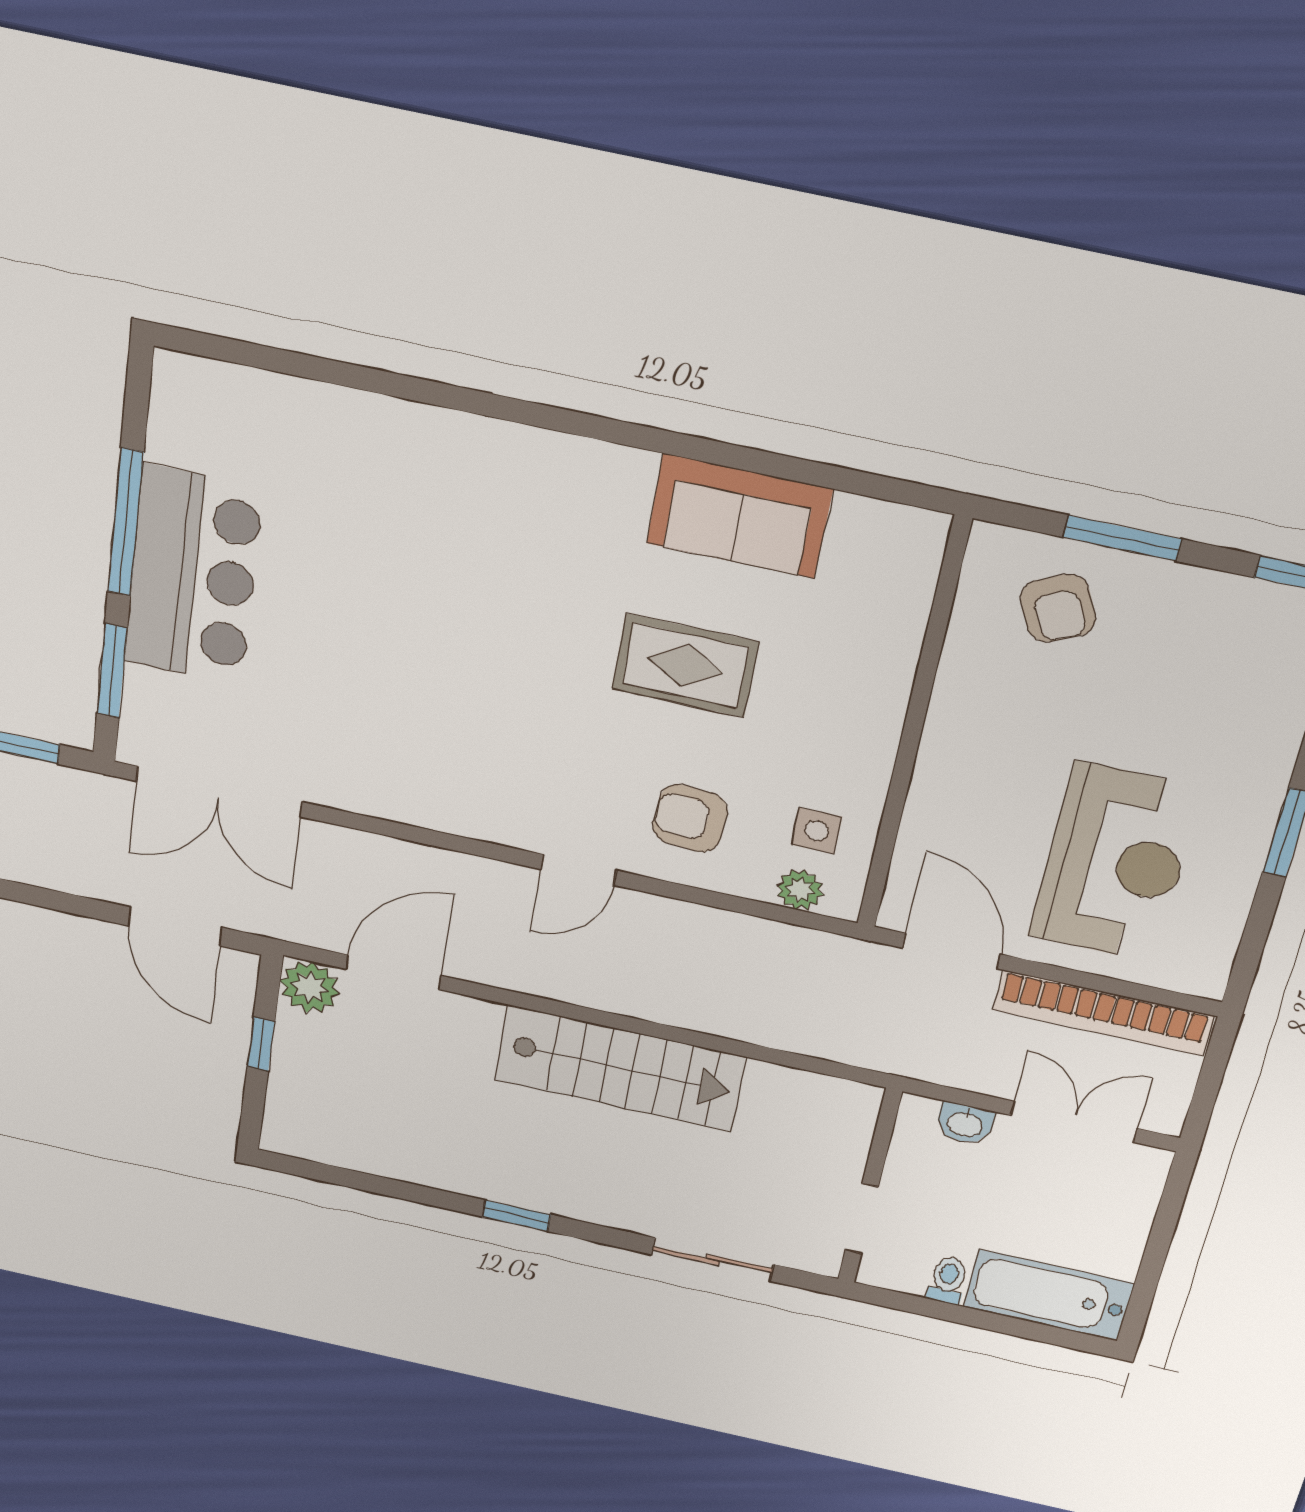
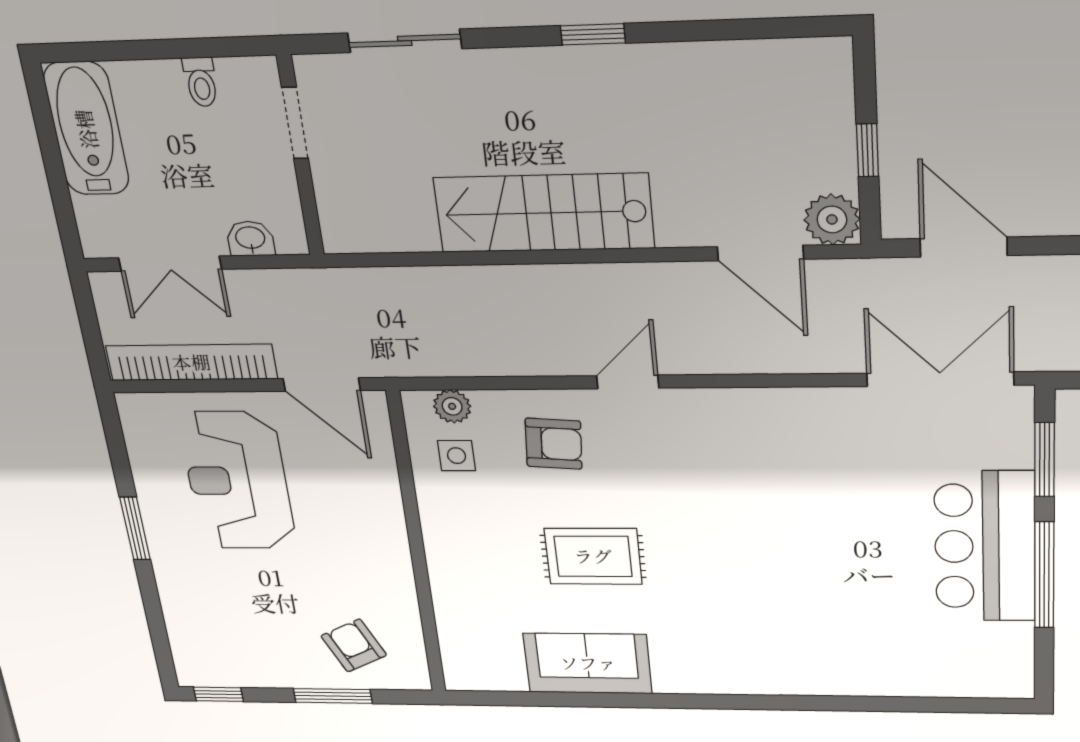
door: (393, 972) -> (760, 253), hinge flipped
bathtub: (1048, 1295) -> (86, 129), moved, turned -90

